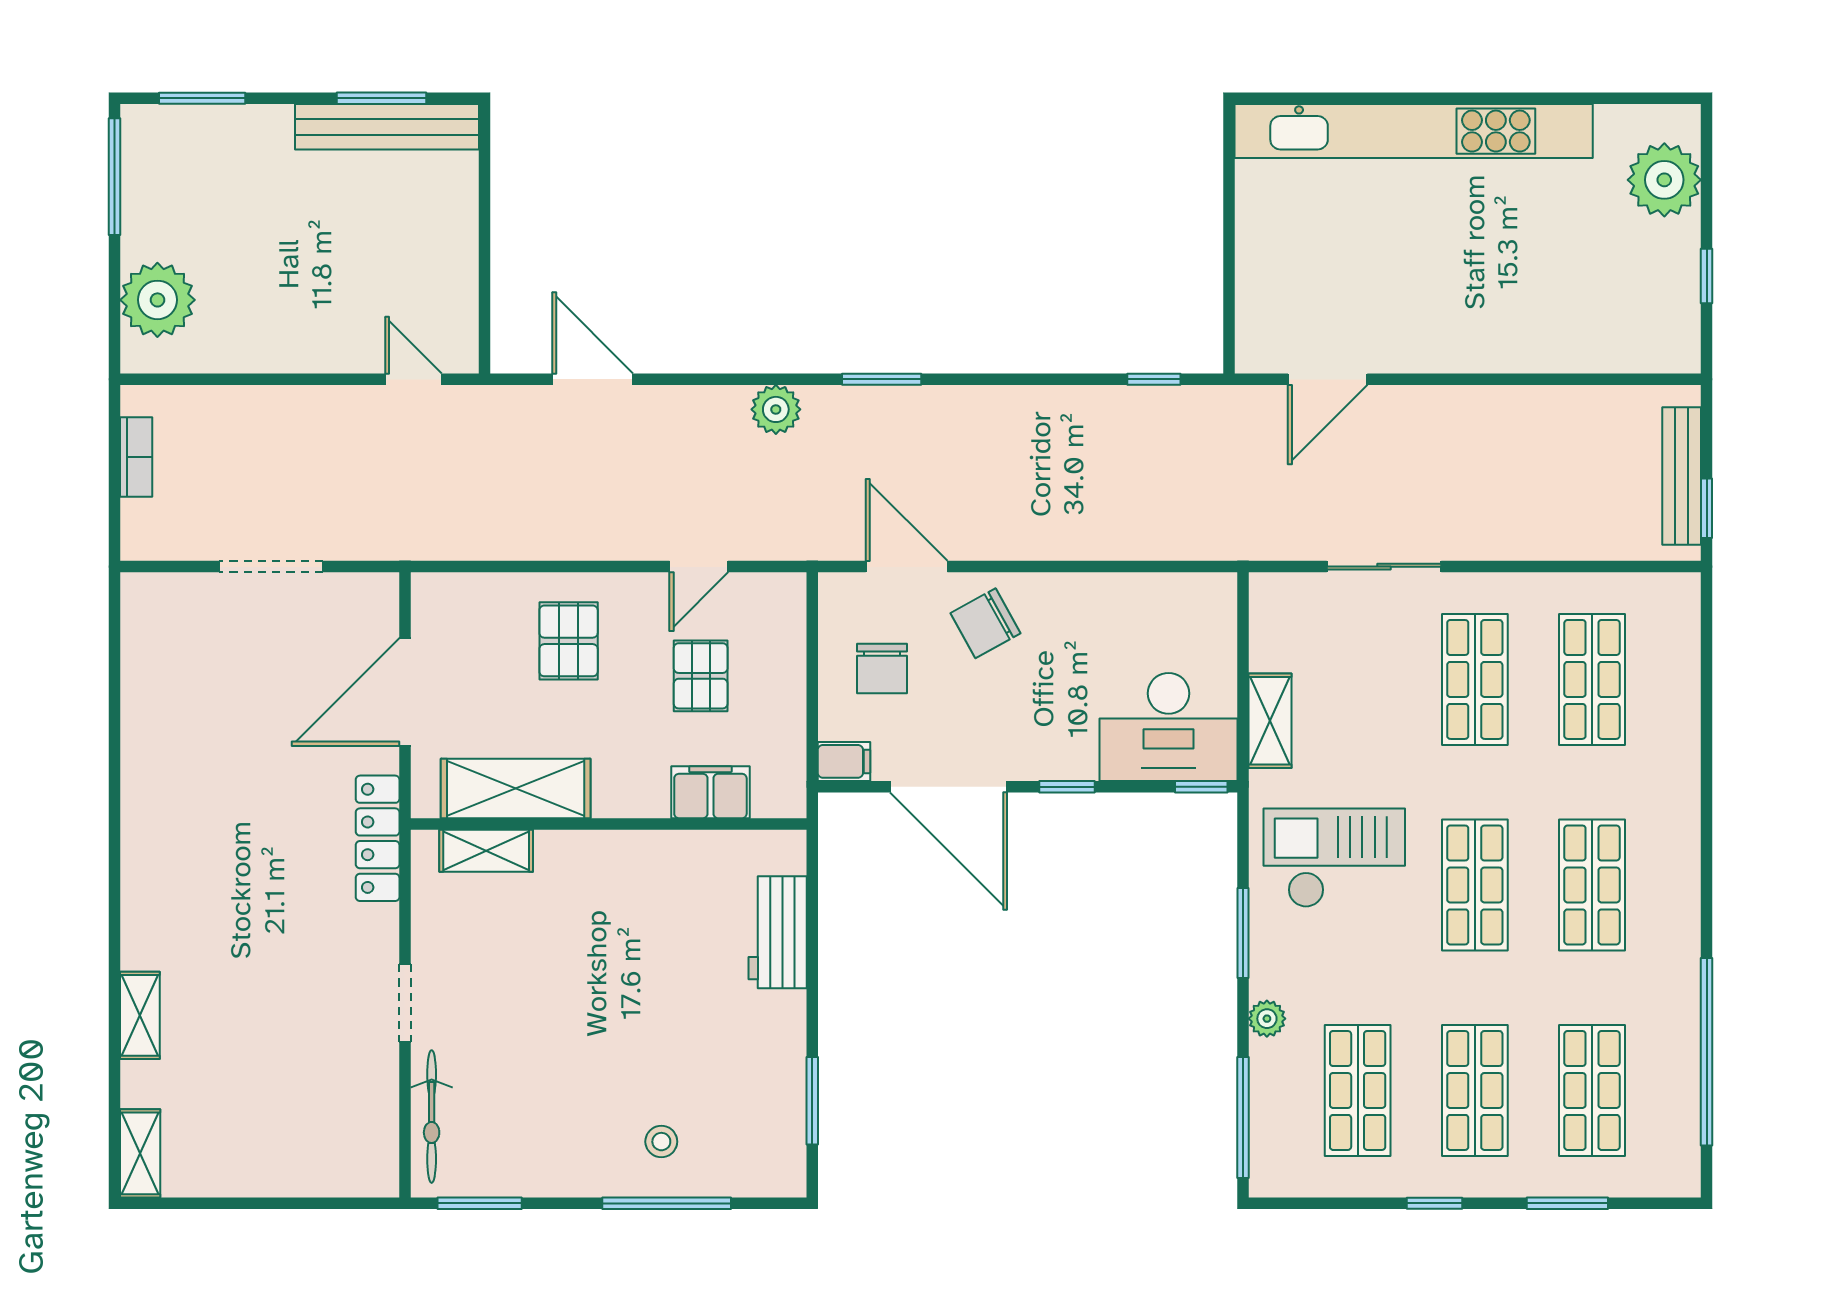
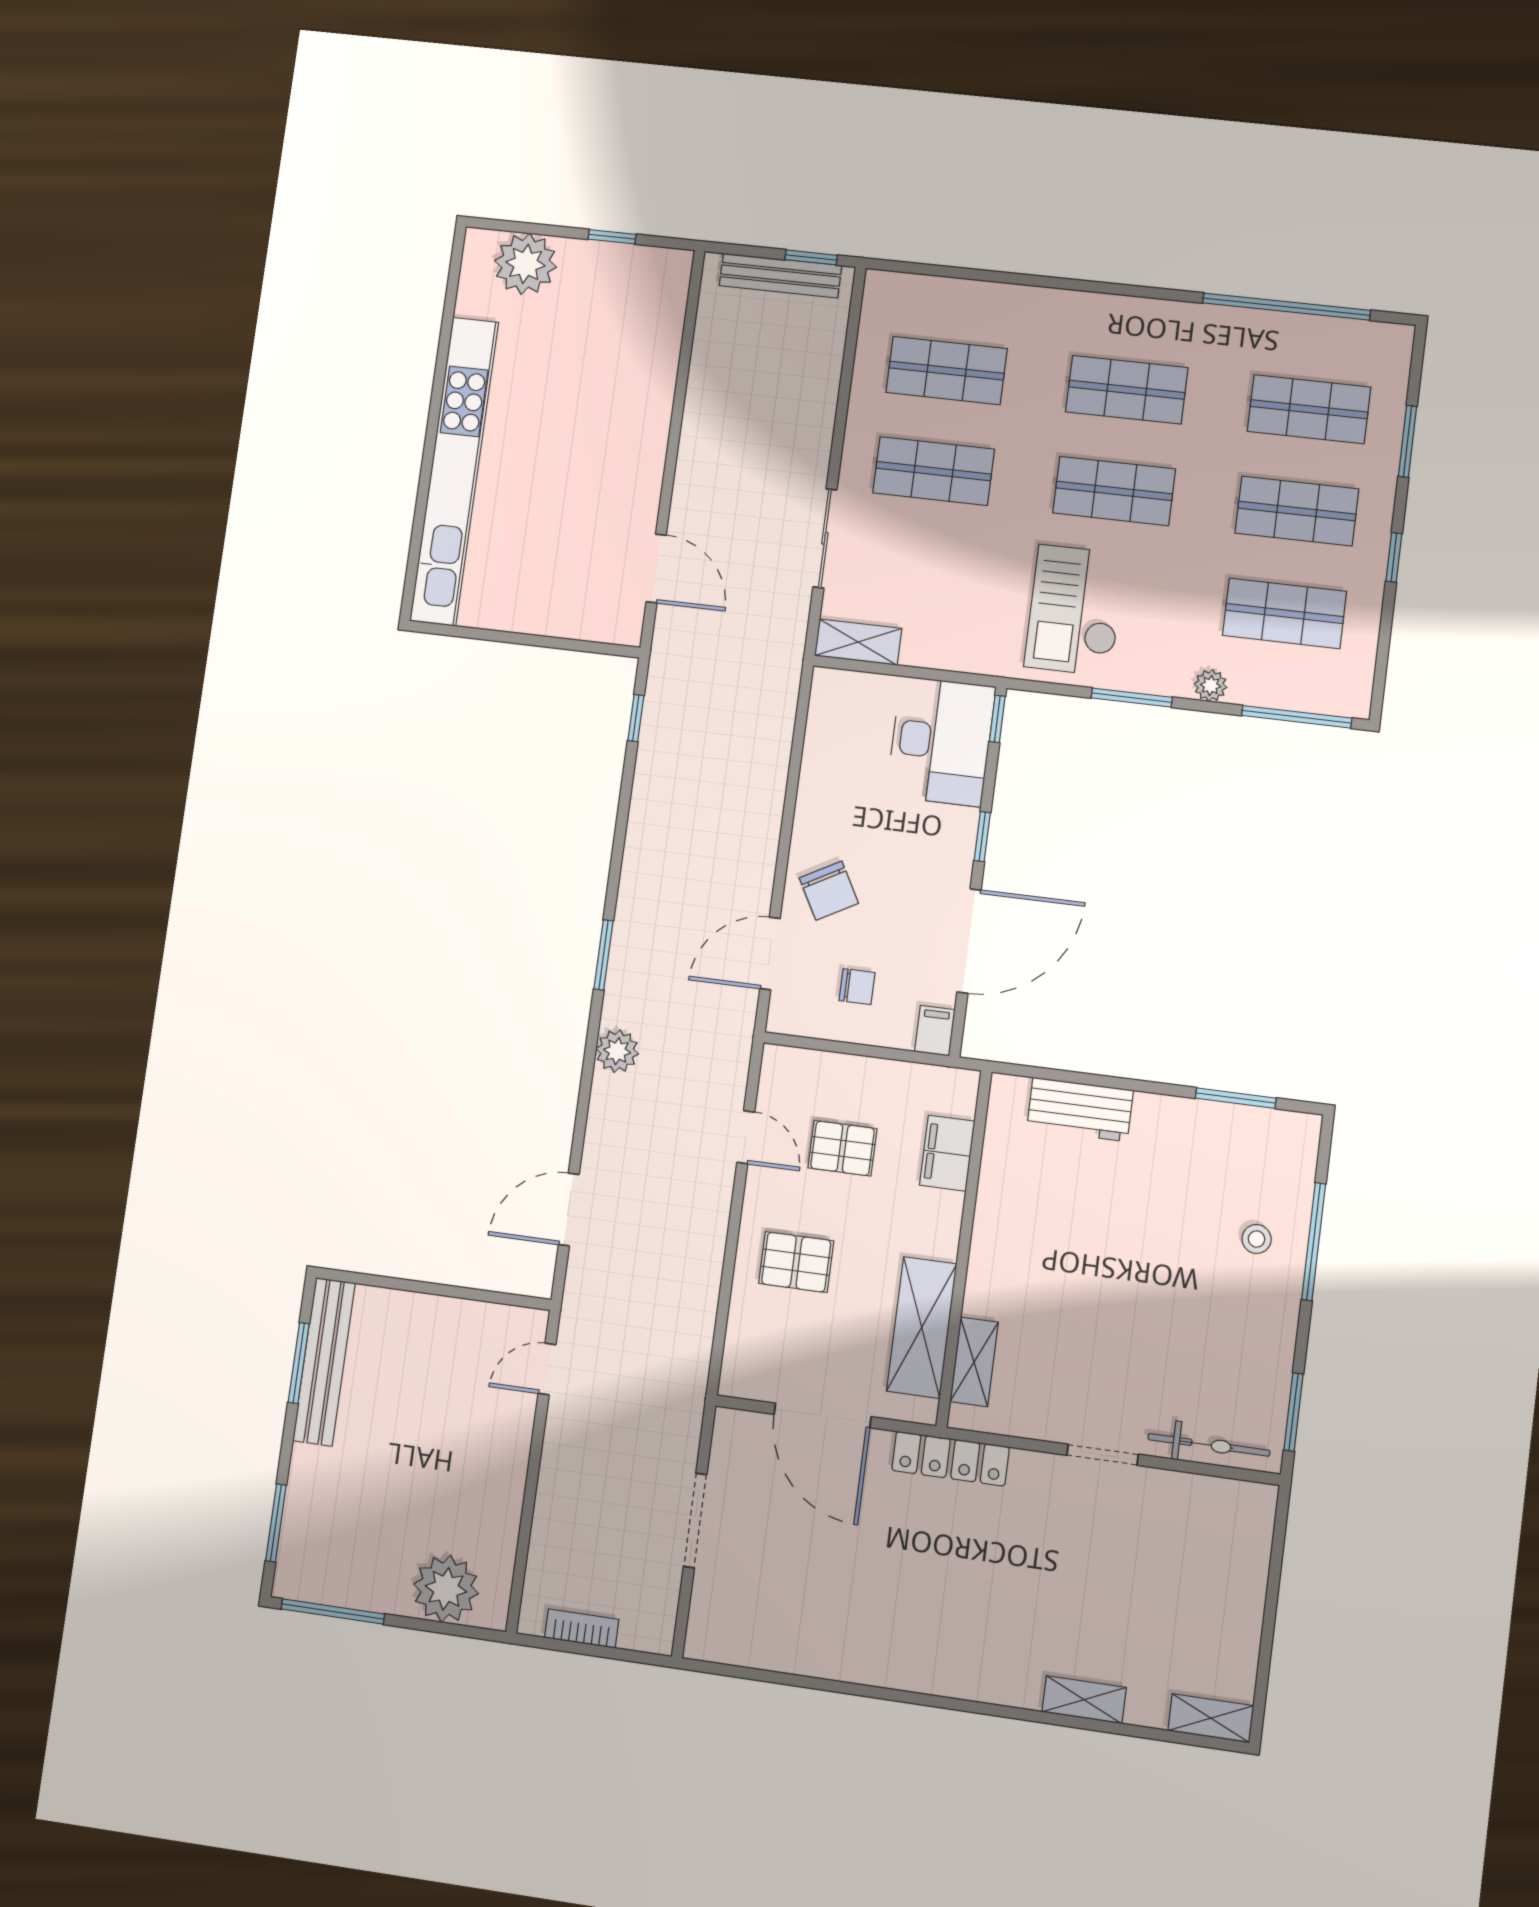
chair: (882, 669) -> (857, 987), width x0.73, depth x0.73
shelving: (1270, 721) -> (858, 642), moved

